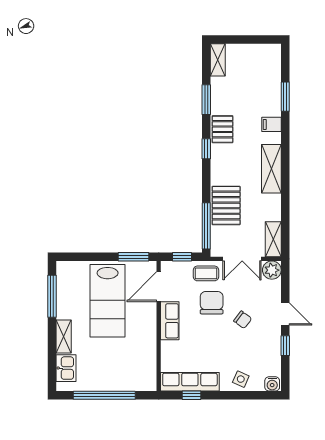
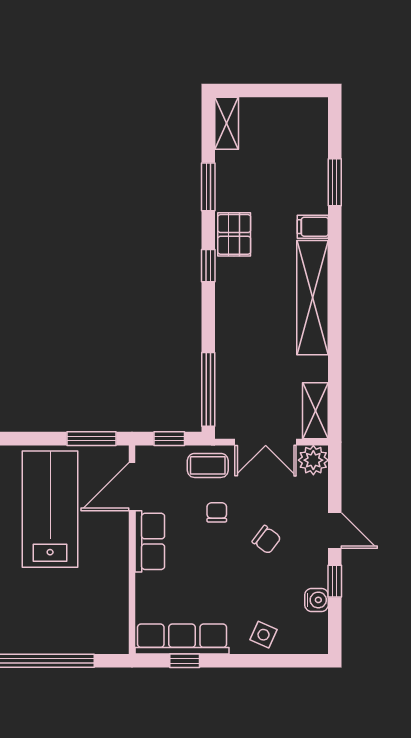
shelving: (271, 169) -> (312, 298), width x1.47
pallet: (226, 205) -> (240, 357), removed
lab bench: (108, 301) -> (50, 509), turned 180
chair: (212, 303) -> (217, 512), width x0.54, depth x0.54
water cooler: (272, 384) -> (316, 600), moved, turned -90

